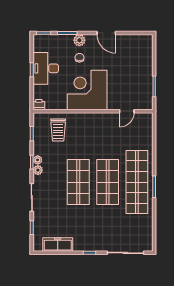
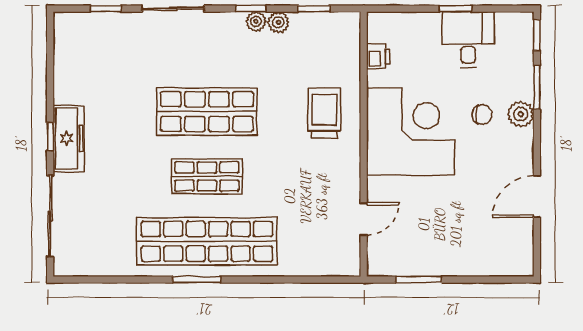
door: (106, 33) -> (537, 197), moved
desk: (46, 68) -> (468, 40), width x0.73
printer: (39, 105) -> (378, 56), moved
door: (127, 111) -> (364, 219), swing flipped
trolley: (58, 130) -> (324, 113), moved, turned 90
plant: (38, 170) -> (278, 22), moved
shop shelf: (108, 182) -> (207, 176), width x0.70, depth x0.74
freezer: (58, 245) -> (69, 138), moved

